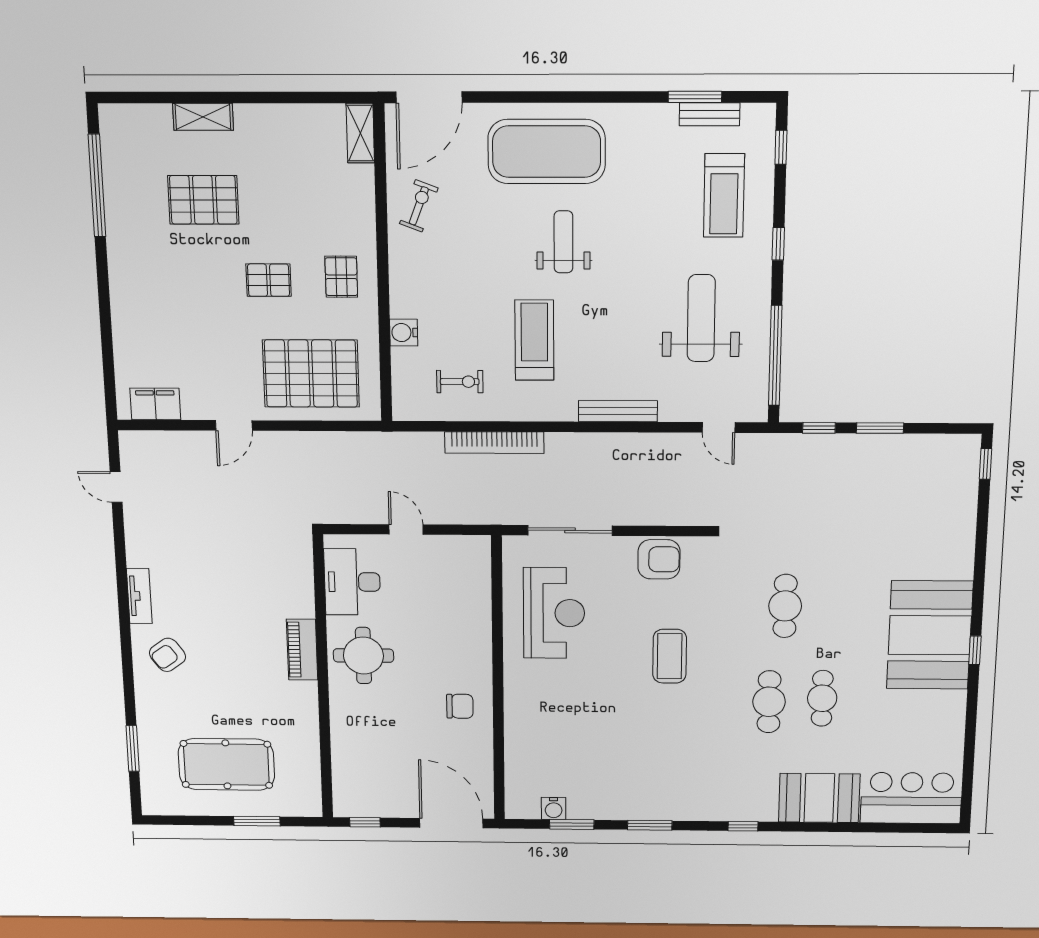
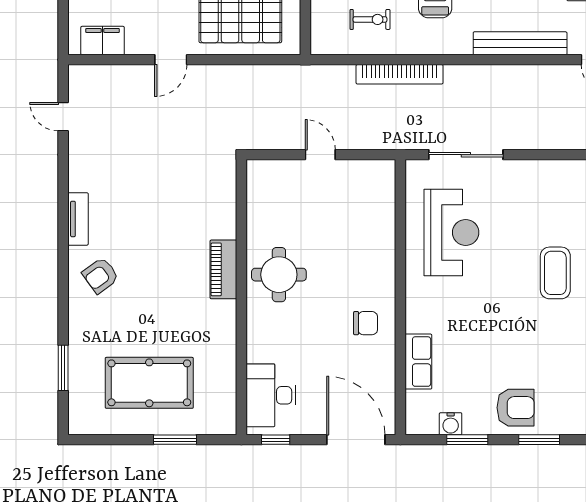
bench: (618, 411) -> (520, 43), width x1.37, depth x1.21
armchair: (659, 559) -> (516, 408), moved
desk: (352, 582) -> (271, 395), moved
row of seats: (518, 746) -> (418, 362), added

